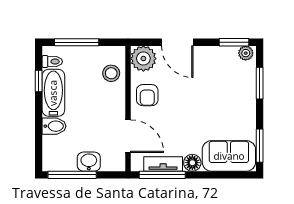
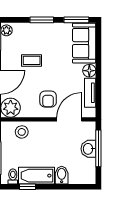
window: (260, 83) -> (42, 20), moved
coffee table: (206, 86) -> (32, 60), added
armchair: (147, 95) -> (48, 99), moved, turned 90
window: (72, 175) -> (98, 148), moved
window: (162, 175) -> (98, 93), removed

